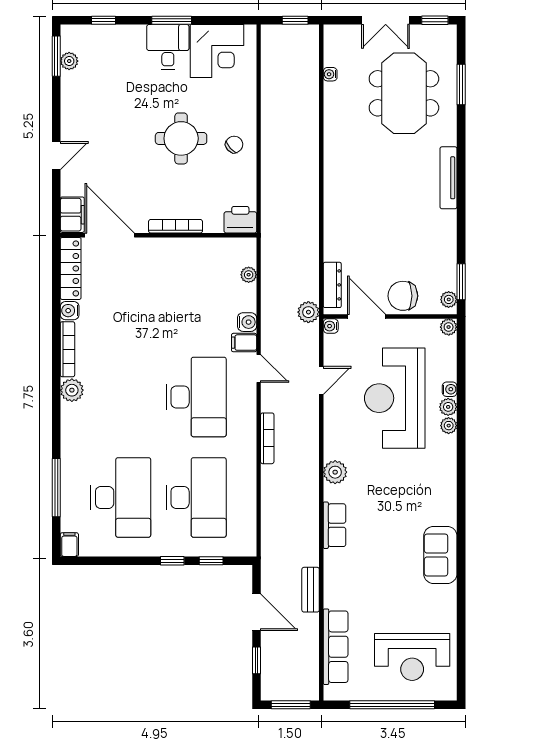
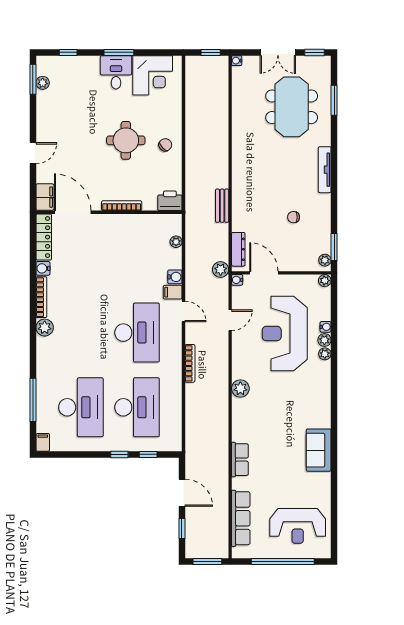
water cooler: (330, 74) -> (237, 61), moved
chair: (403, 296) -> (294, 217), moved, width x0.54, depth x0.54
row of seats: (335, 525) -> (240, 460), moved
bench: (311, 590) -> (222, 206), moved

